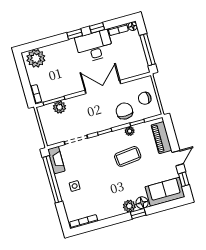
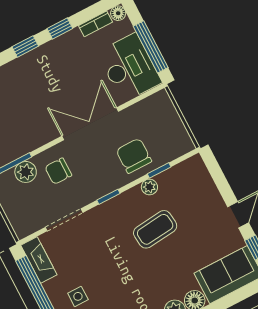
desk: (94, 46) -> (129, 67), moved, turned 90
chair: (145, 98) -> (58, 171), moved
piano: (161, 138) -> (204, 187), removed

